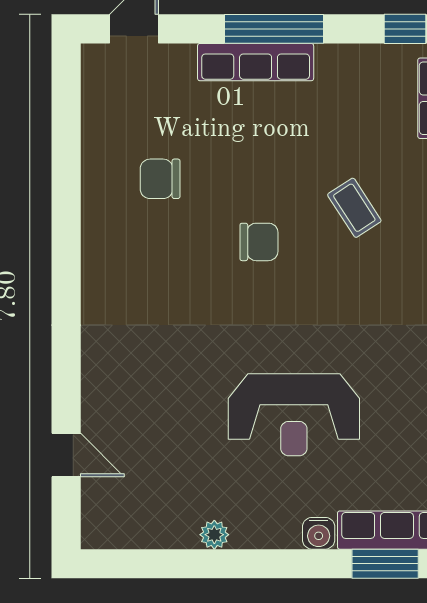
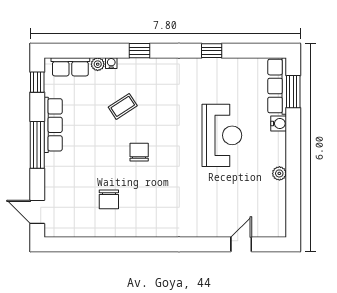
row of seats: (256, 62) -> (53, 125), moved

